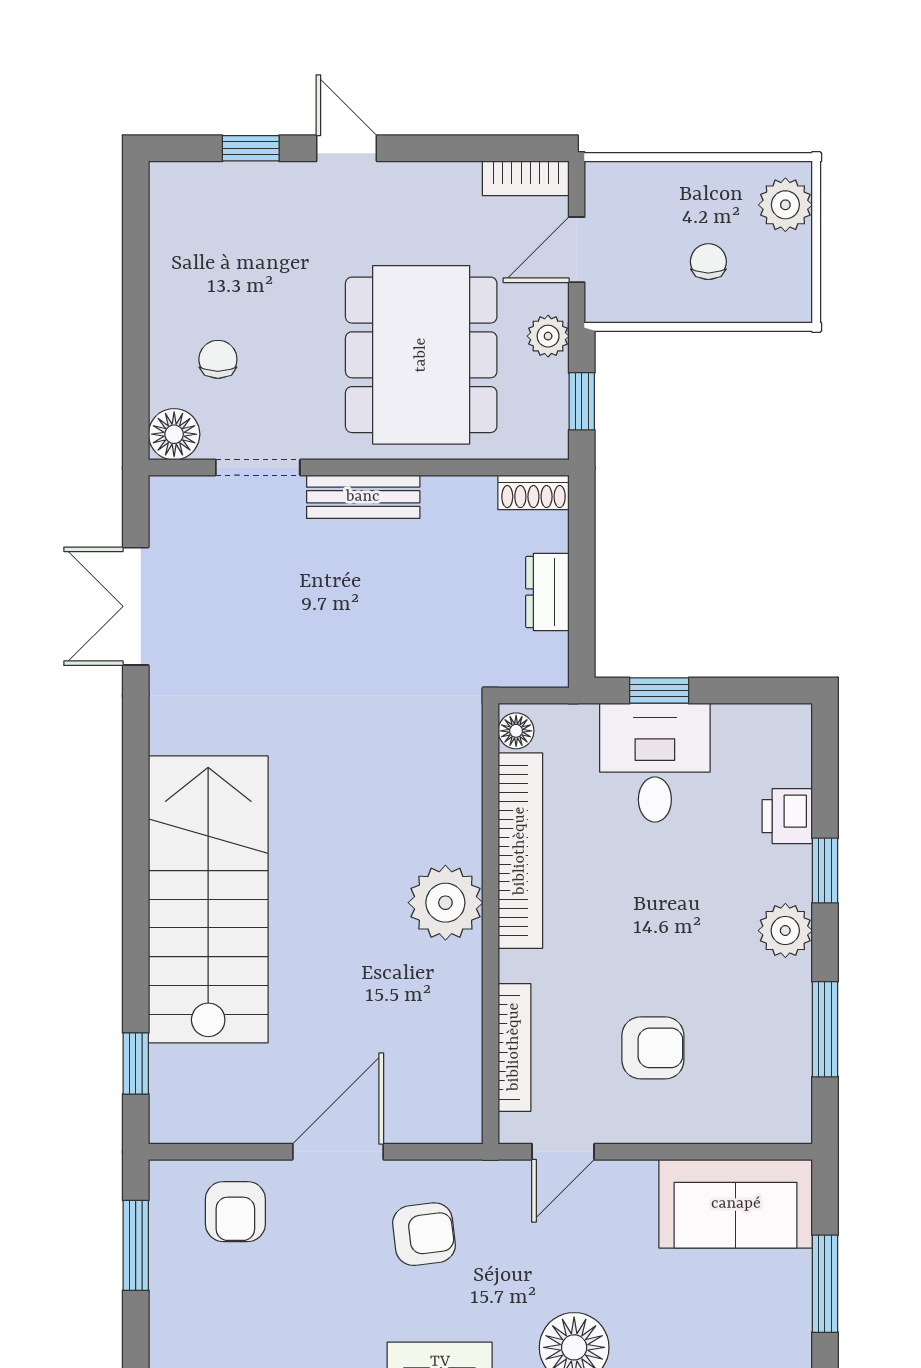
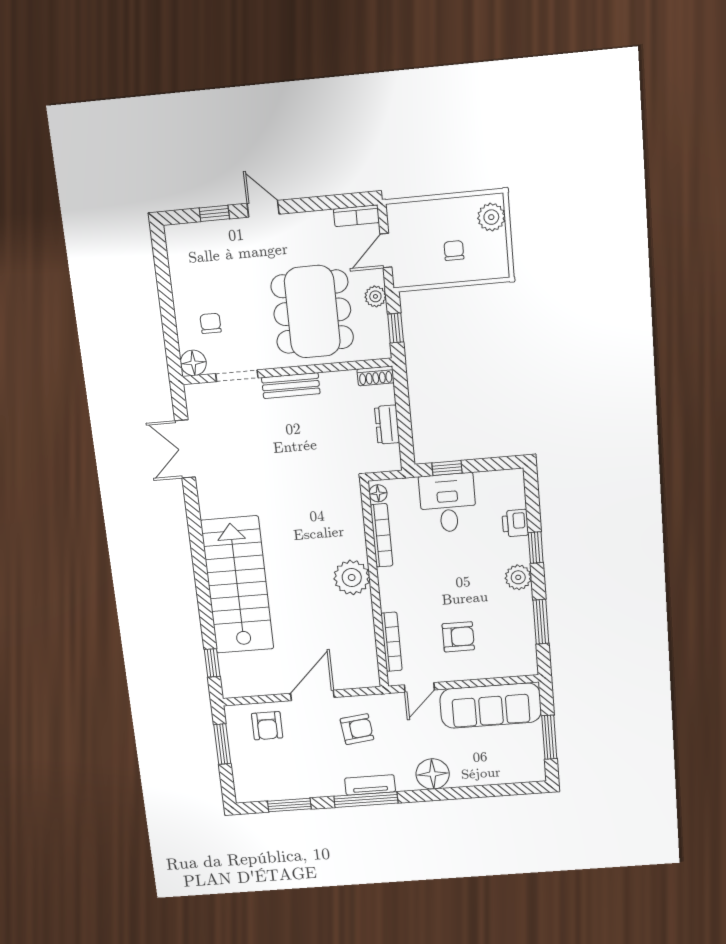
bookcase: (520, 851) -> (382, 535), width x0.68, depth x0.76
sofa: (736, 1204) -> (491, 706), width x1.36

